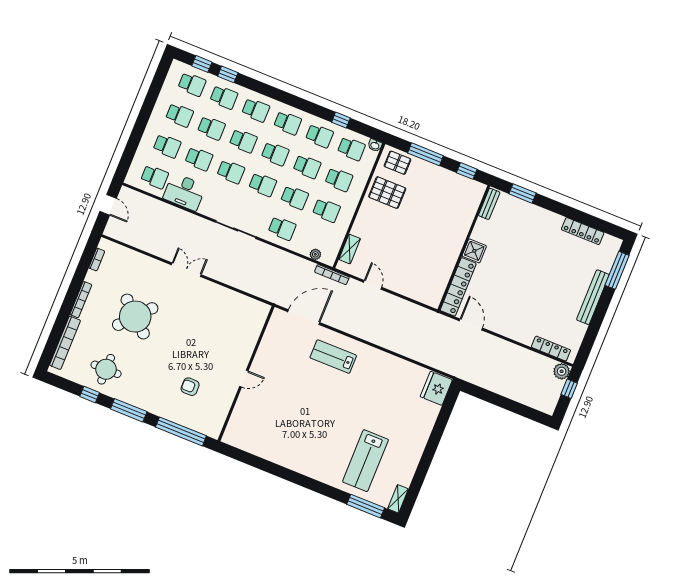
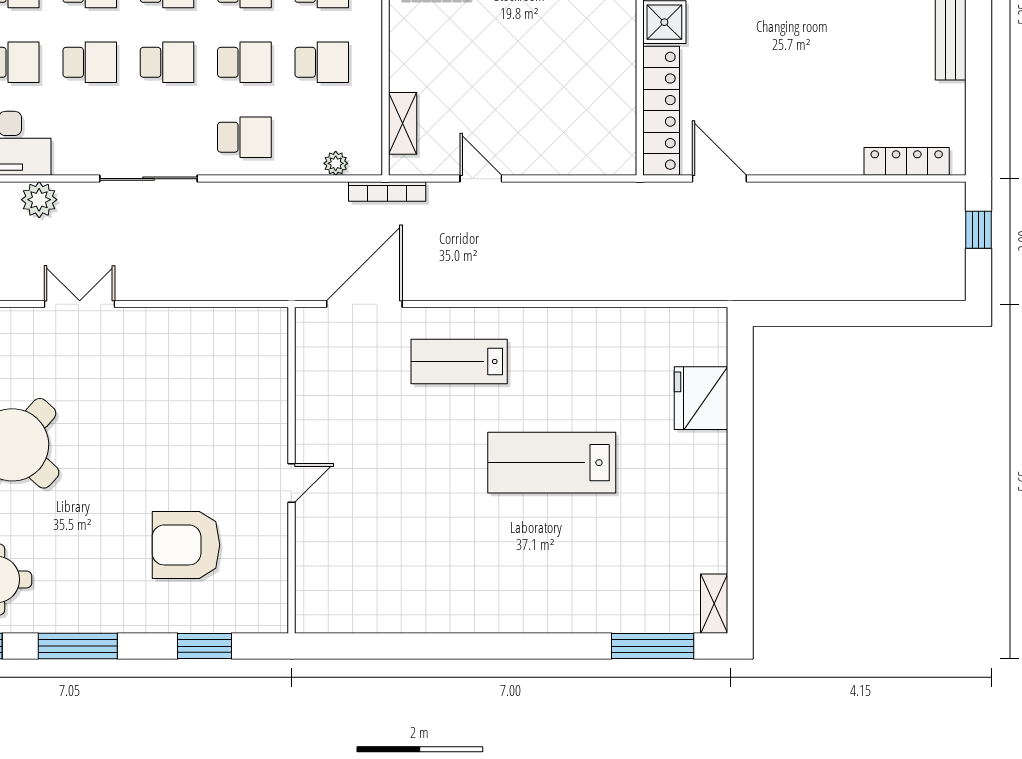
plant: (562, 371) -> (39, 200), moved
armchair: (190, 387) -> (186, 545), width x1.88, depth x1.88
fridge: (436, 388) -> (701, 398), moved
window: (181, 431) -> (204, 646), width x0.47
lab bench: (365, 461) -> (552, 463), moved, turned 90

